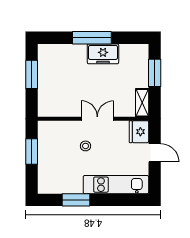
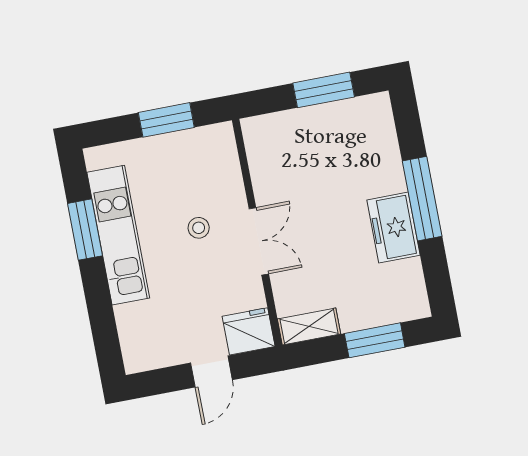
kitchen unit: (116, 185) -> (118, 235), moved

